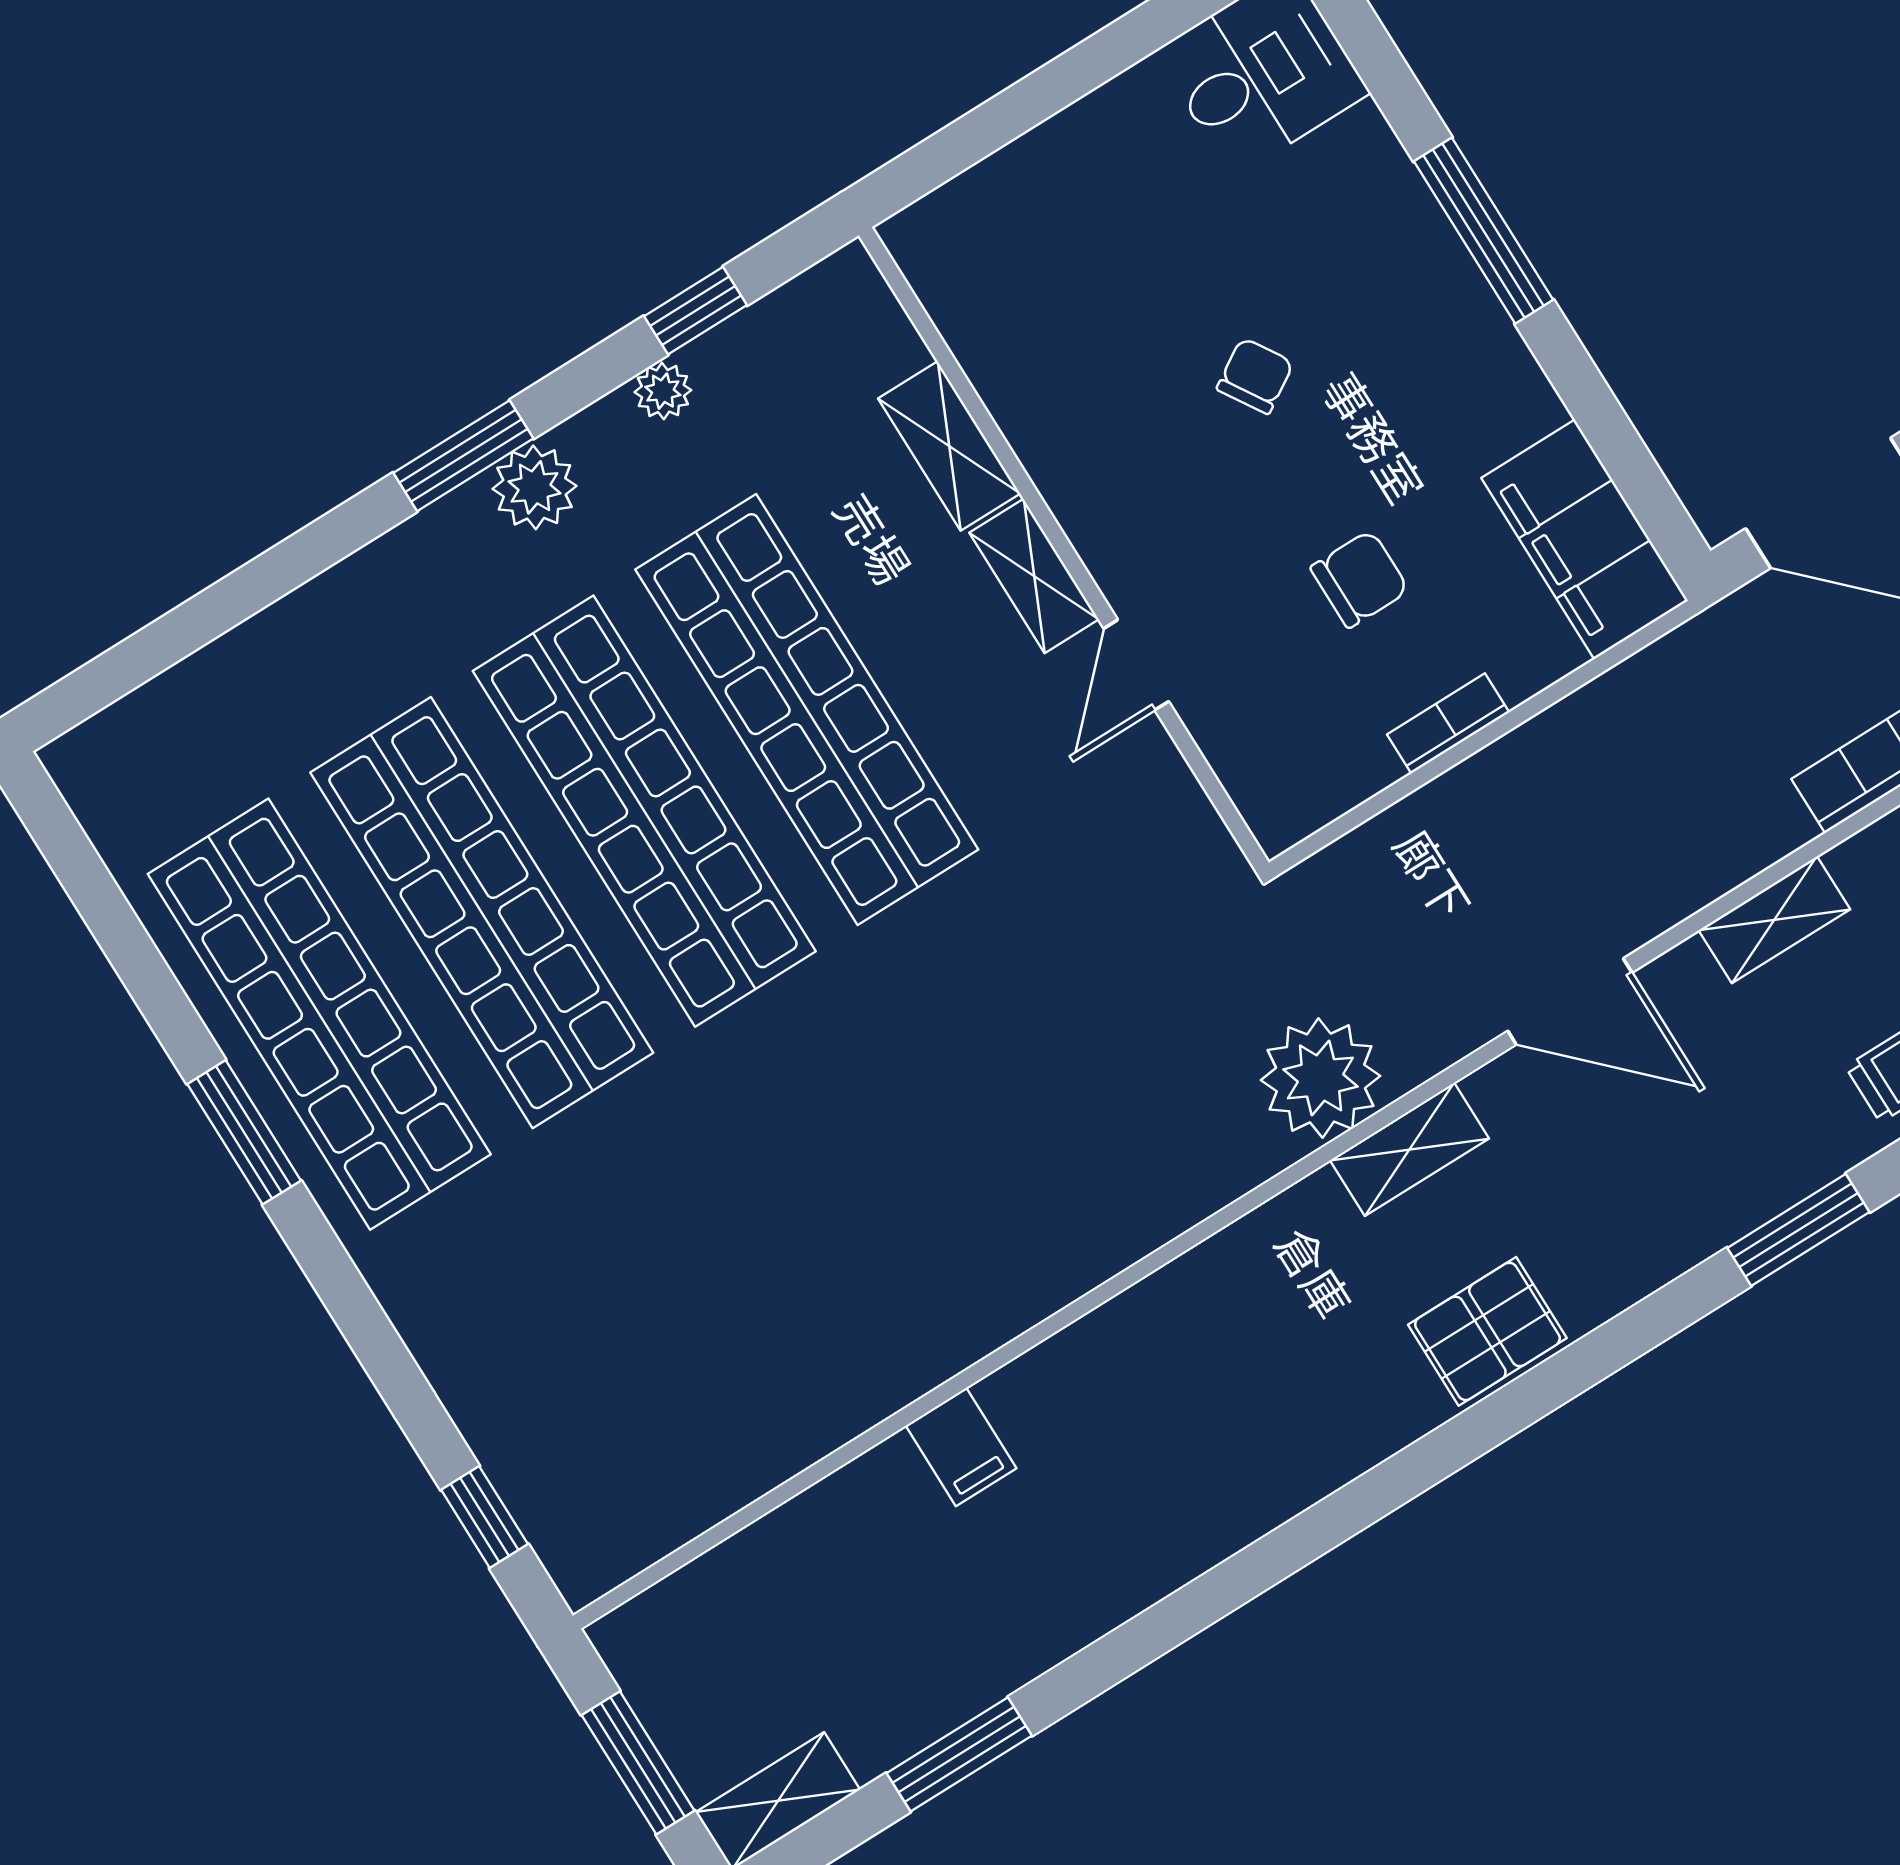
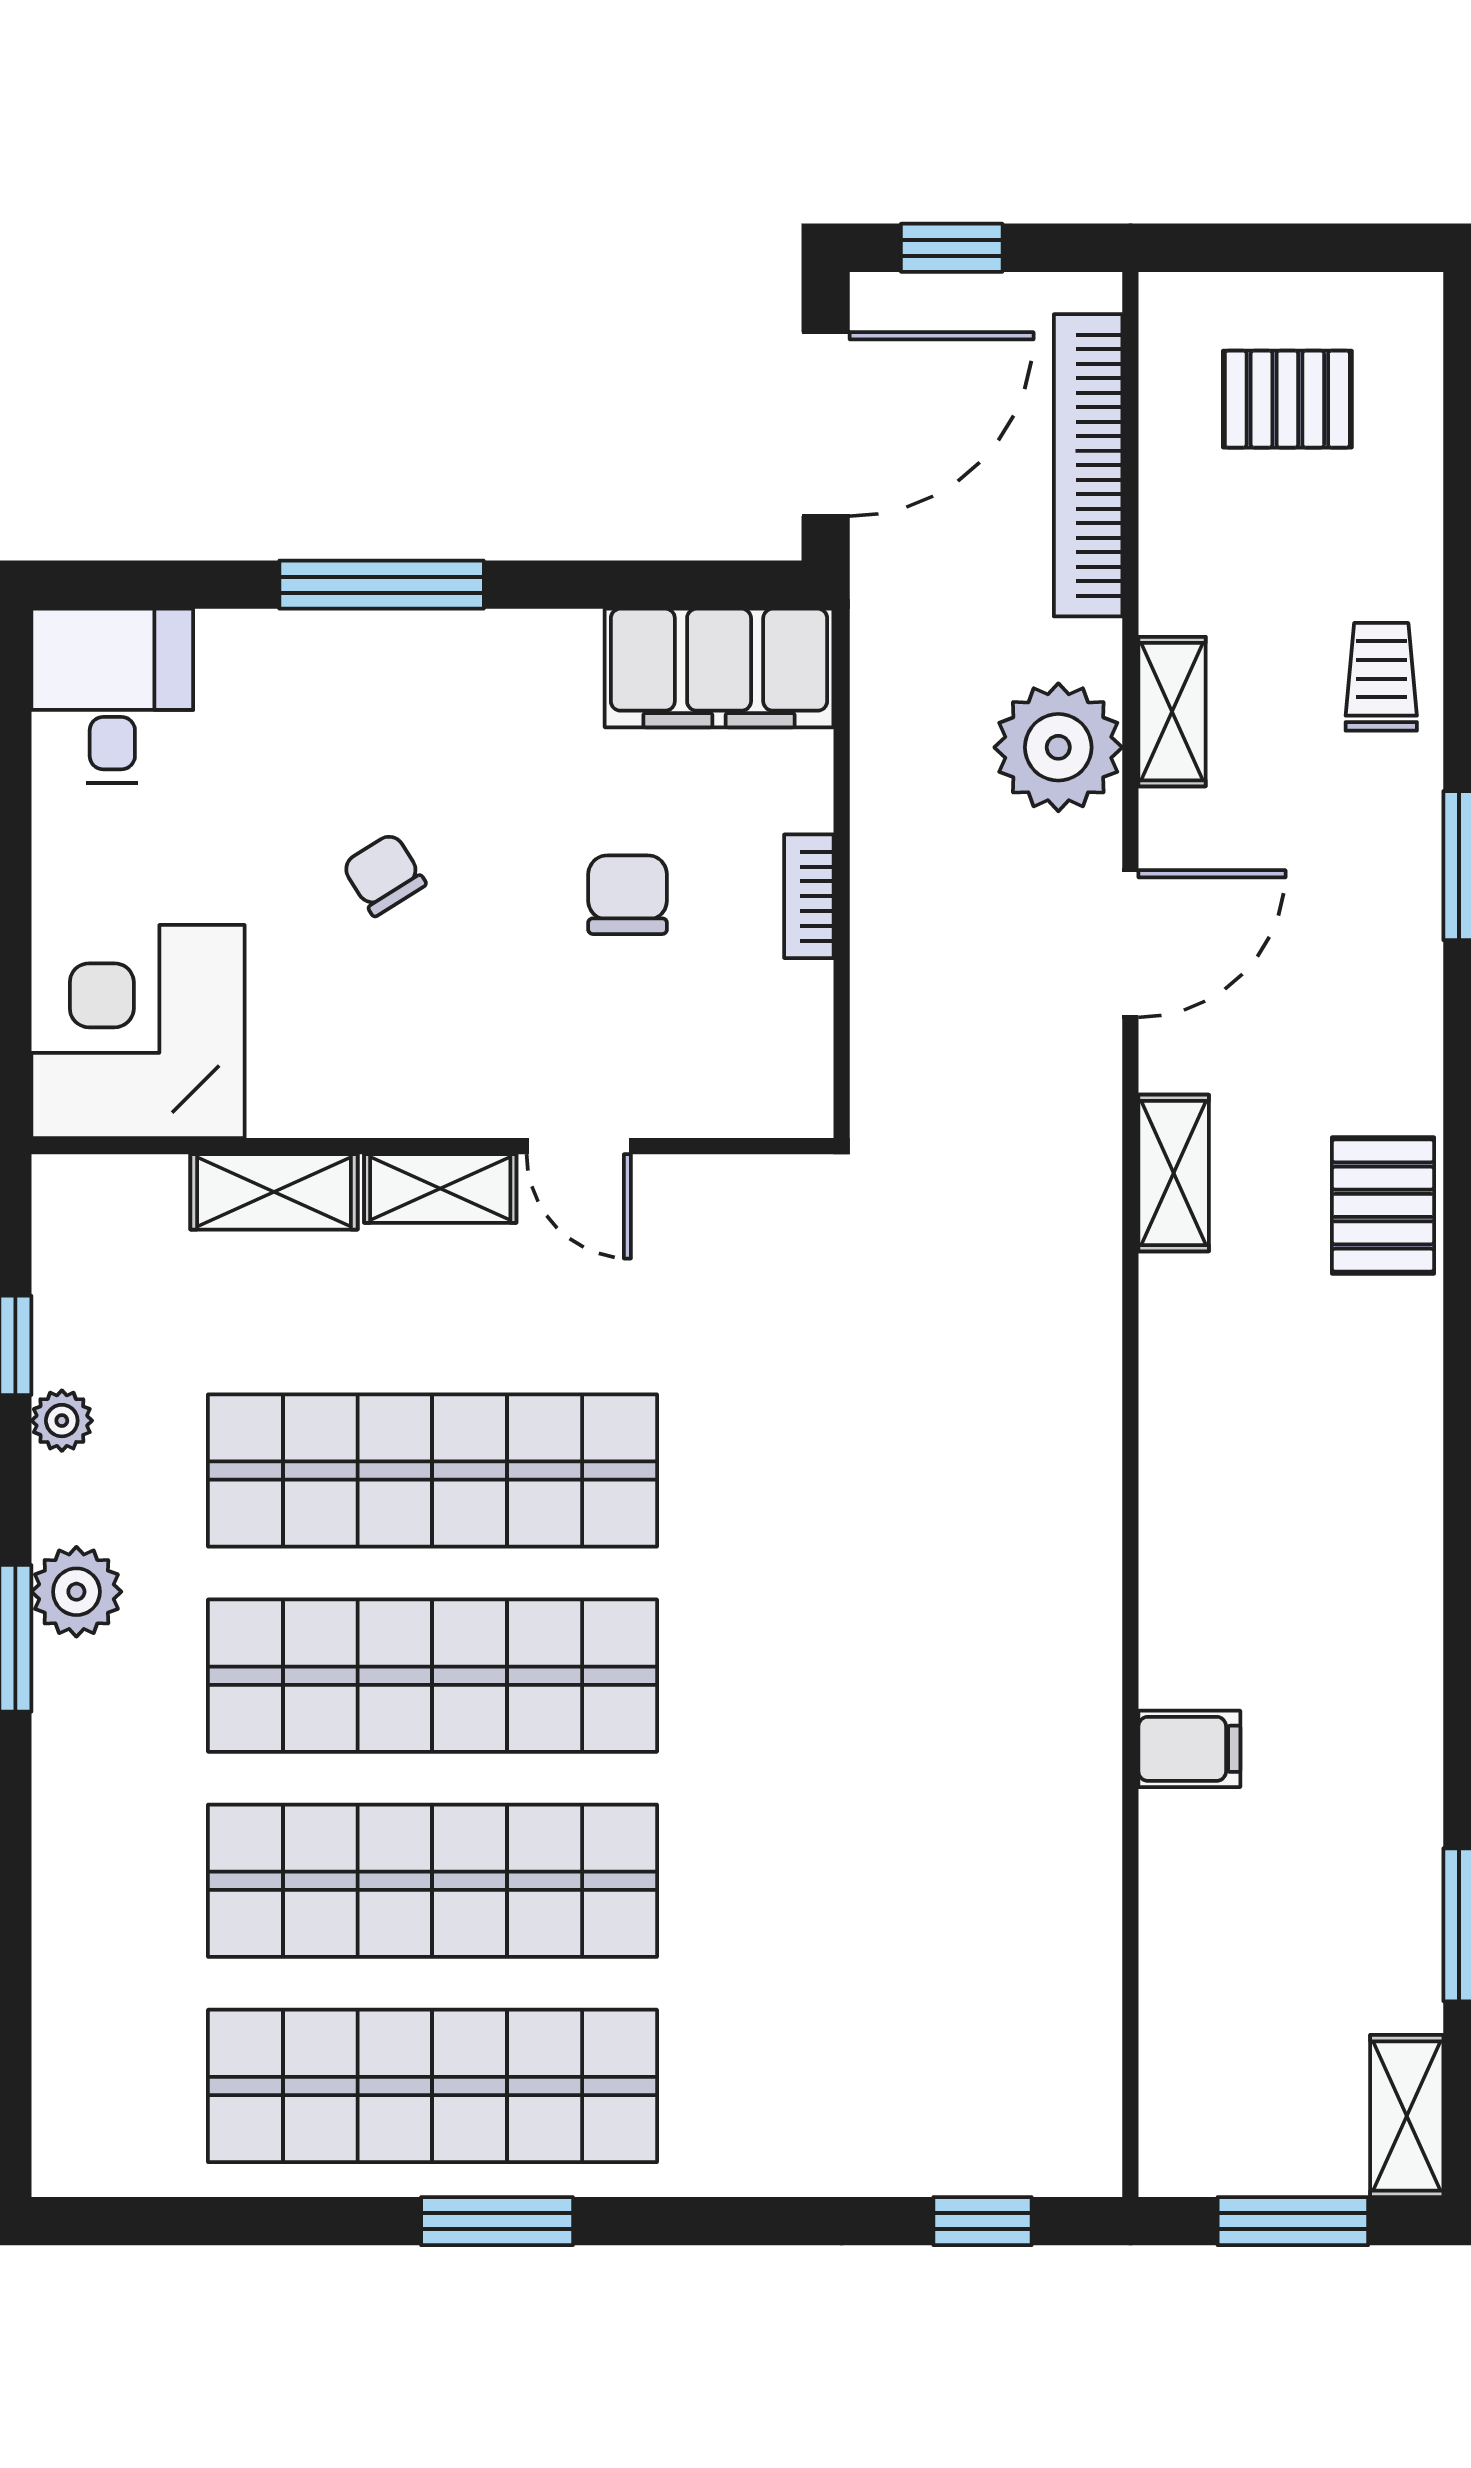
corner desk: (1009, 259) -> (138, 1032), added
plant: (1320, 1078) -> (1058, 747), moved

